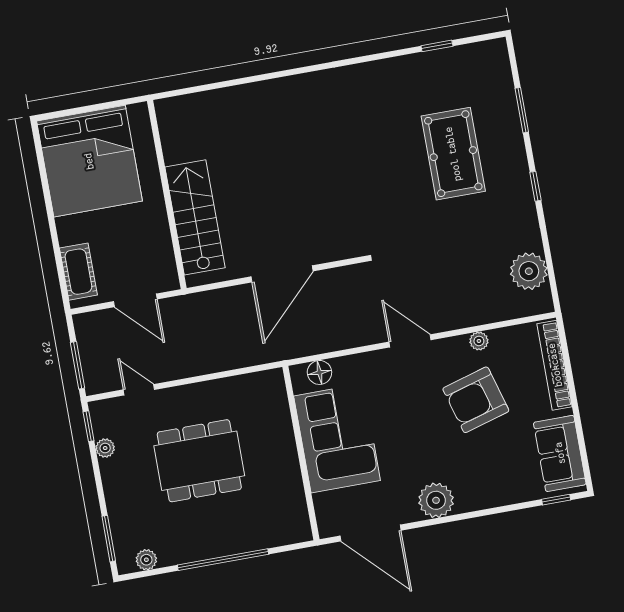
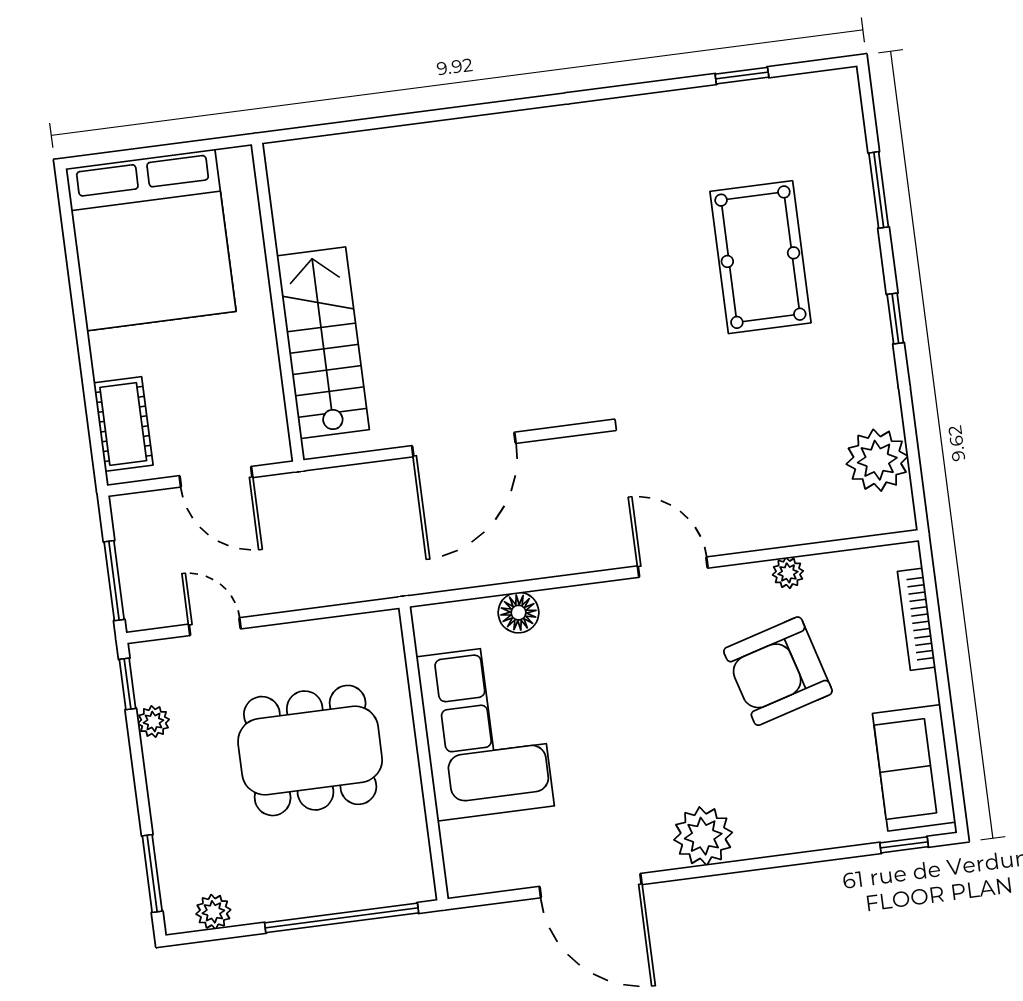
bookcase: (555, 365) -> (917, 619), width x0.68, depth x0.76
corner sofa: (337, 438) -> (485, 731), moved
wall: (301, 453) -> (424, 753), moved

